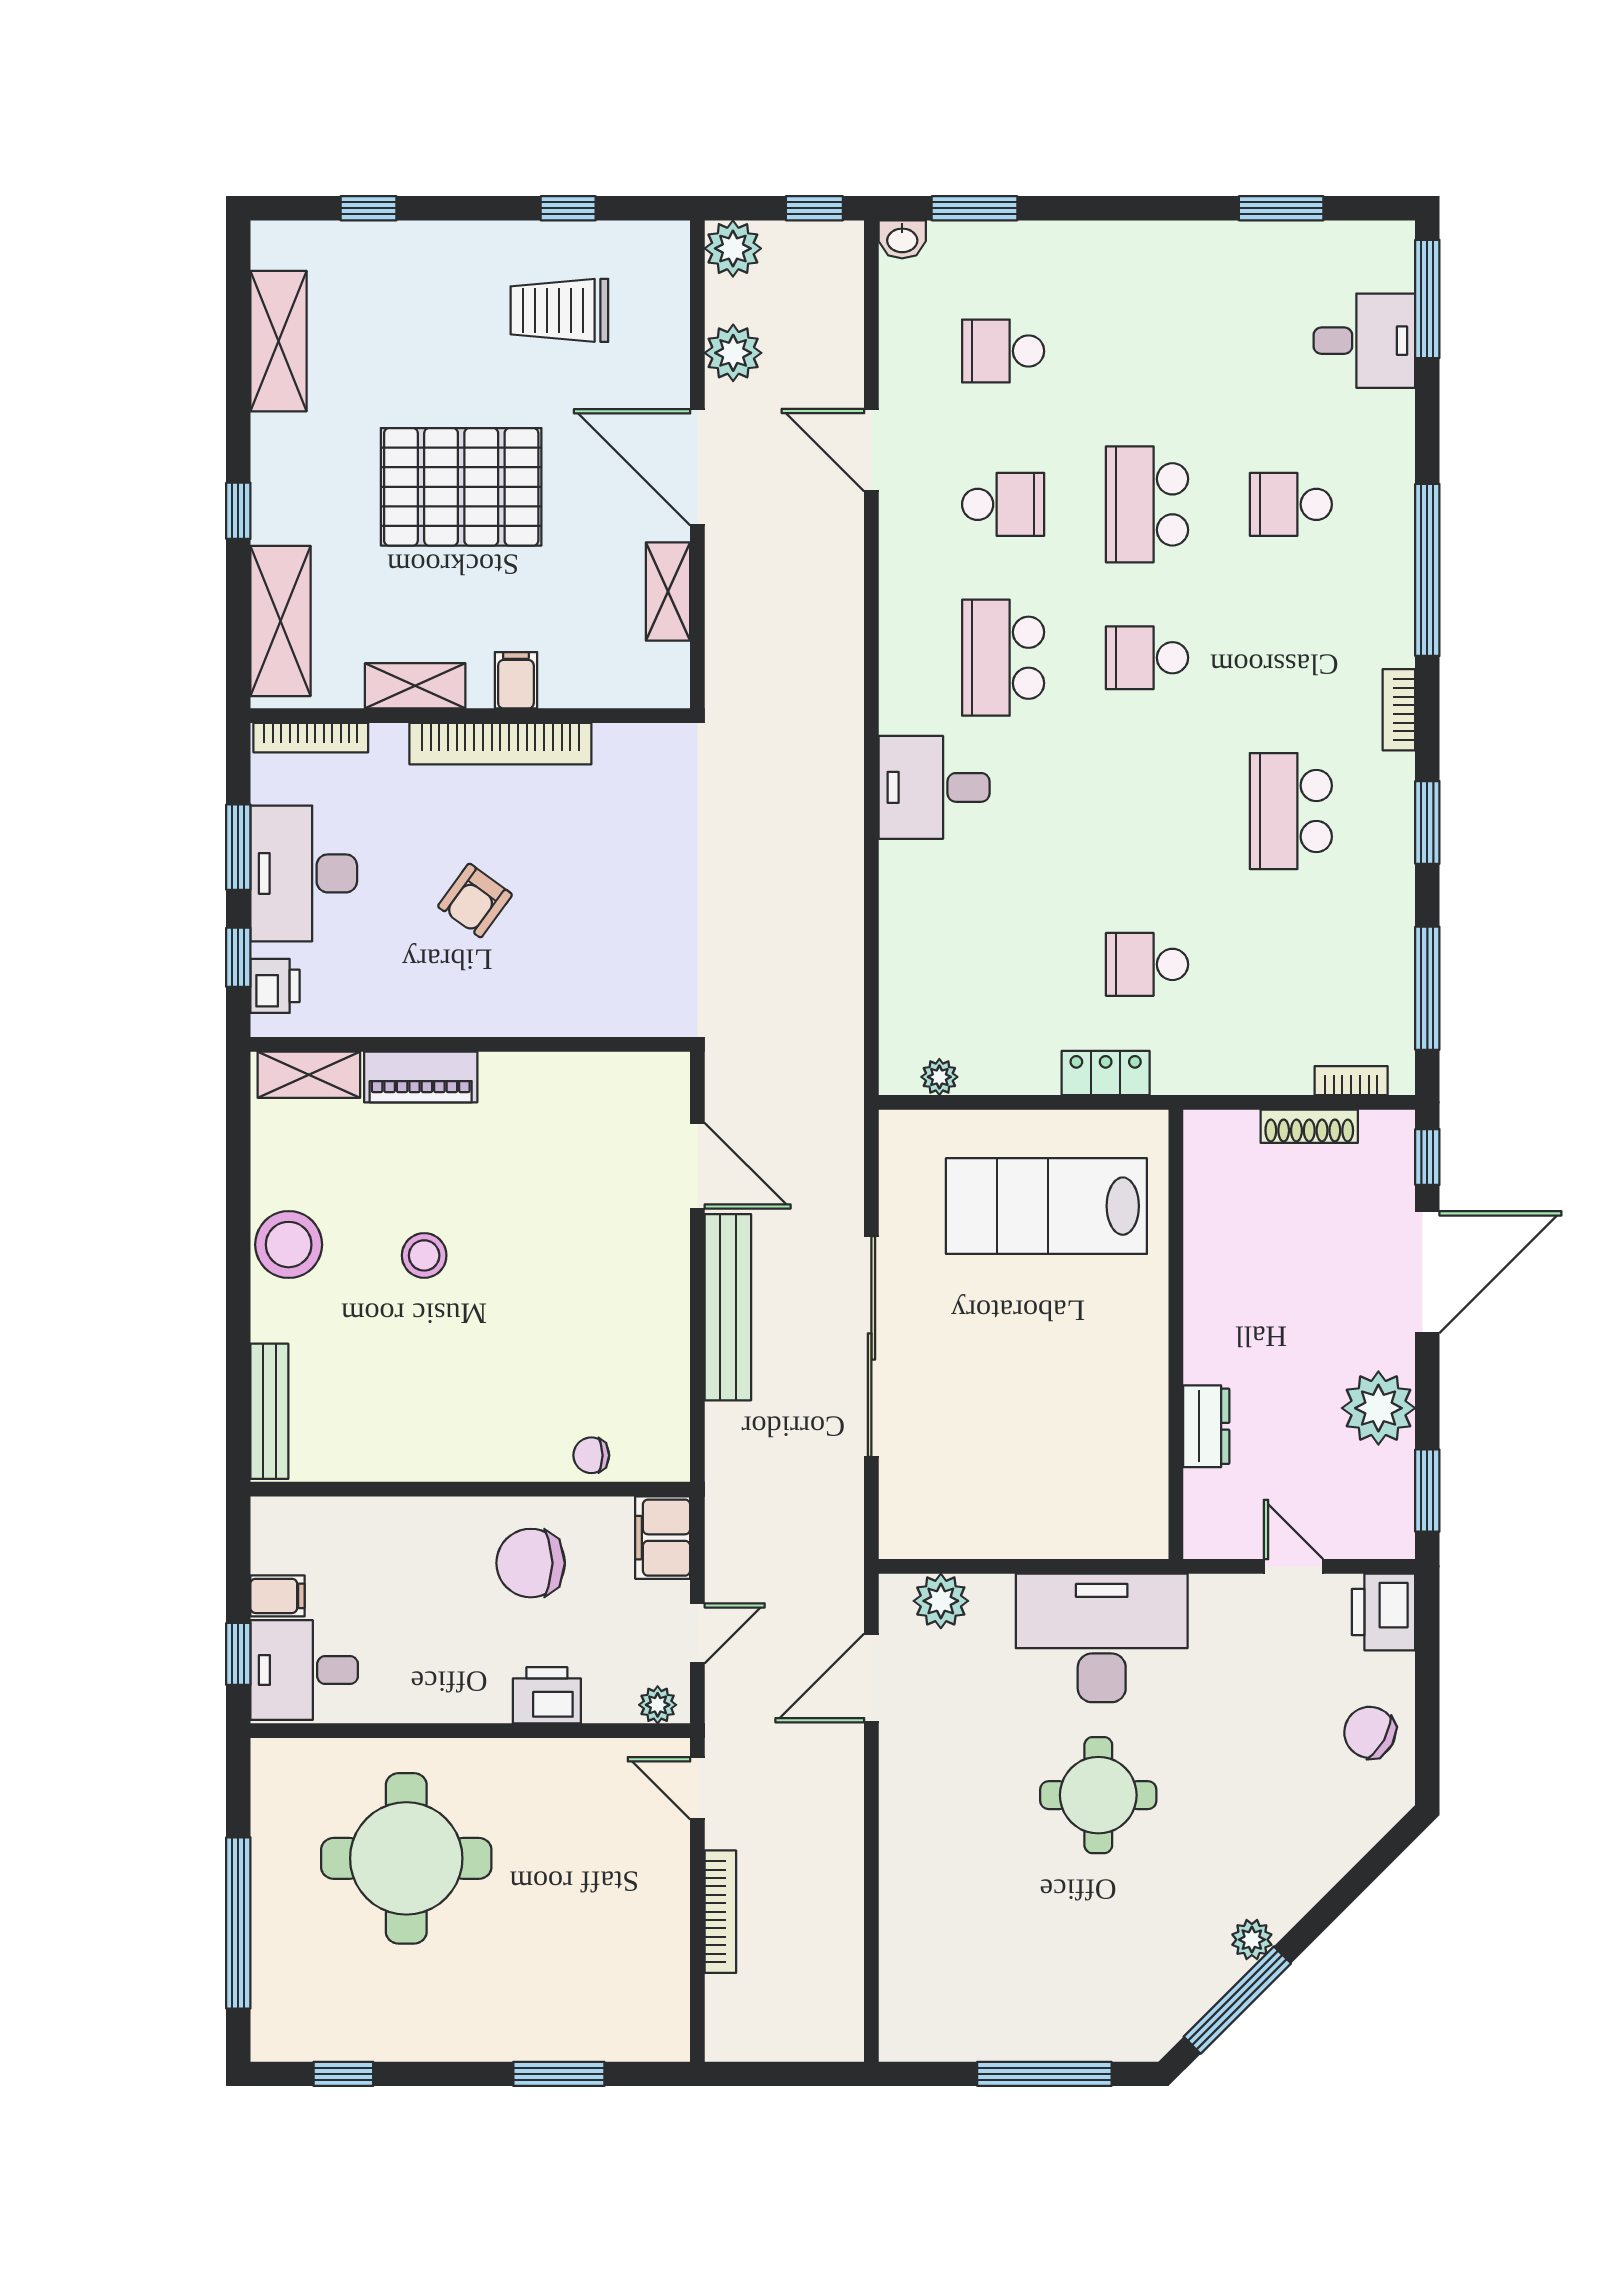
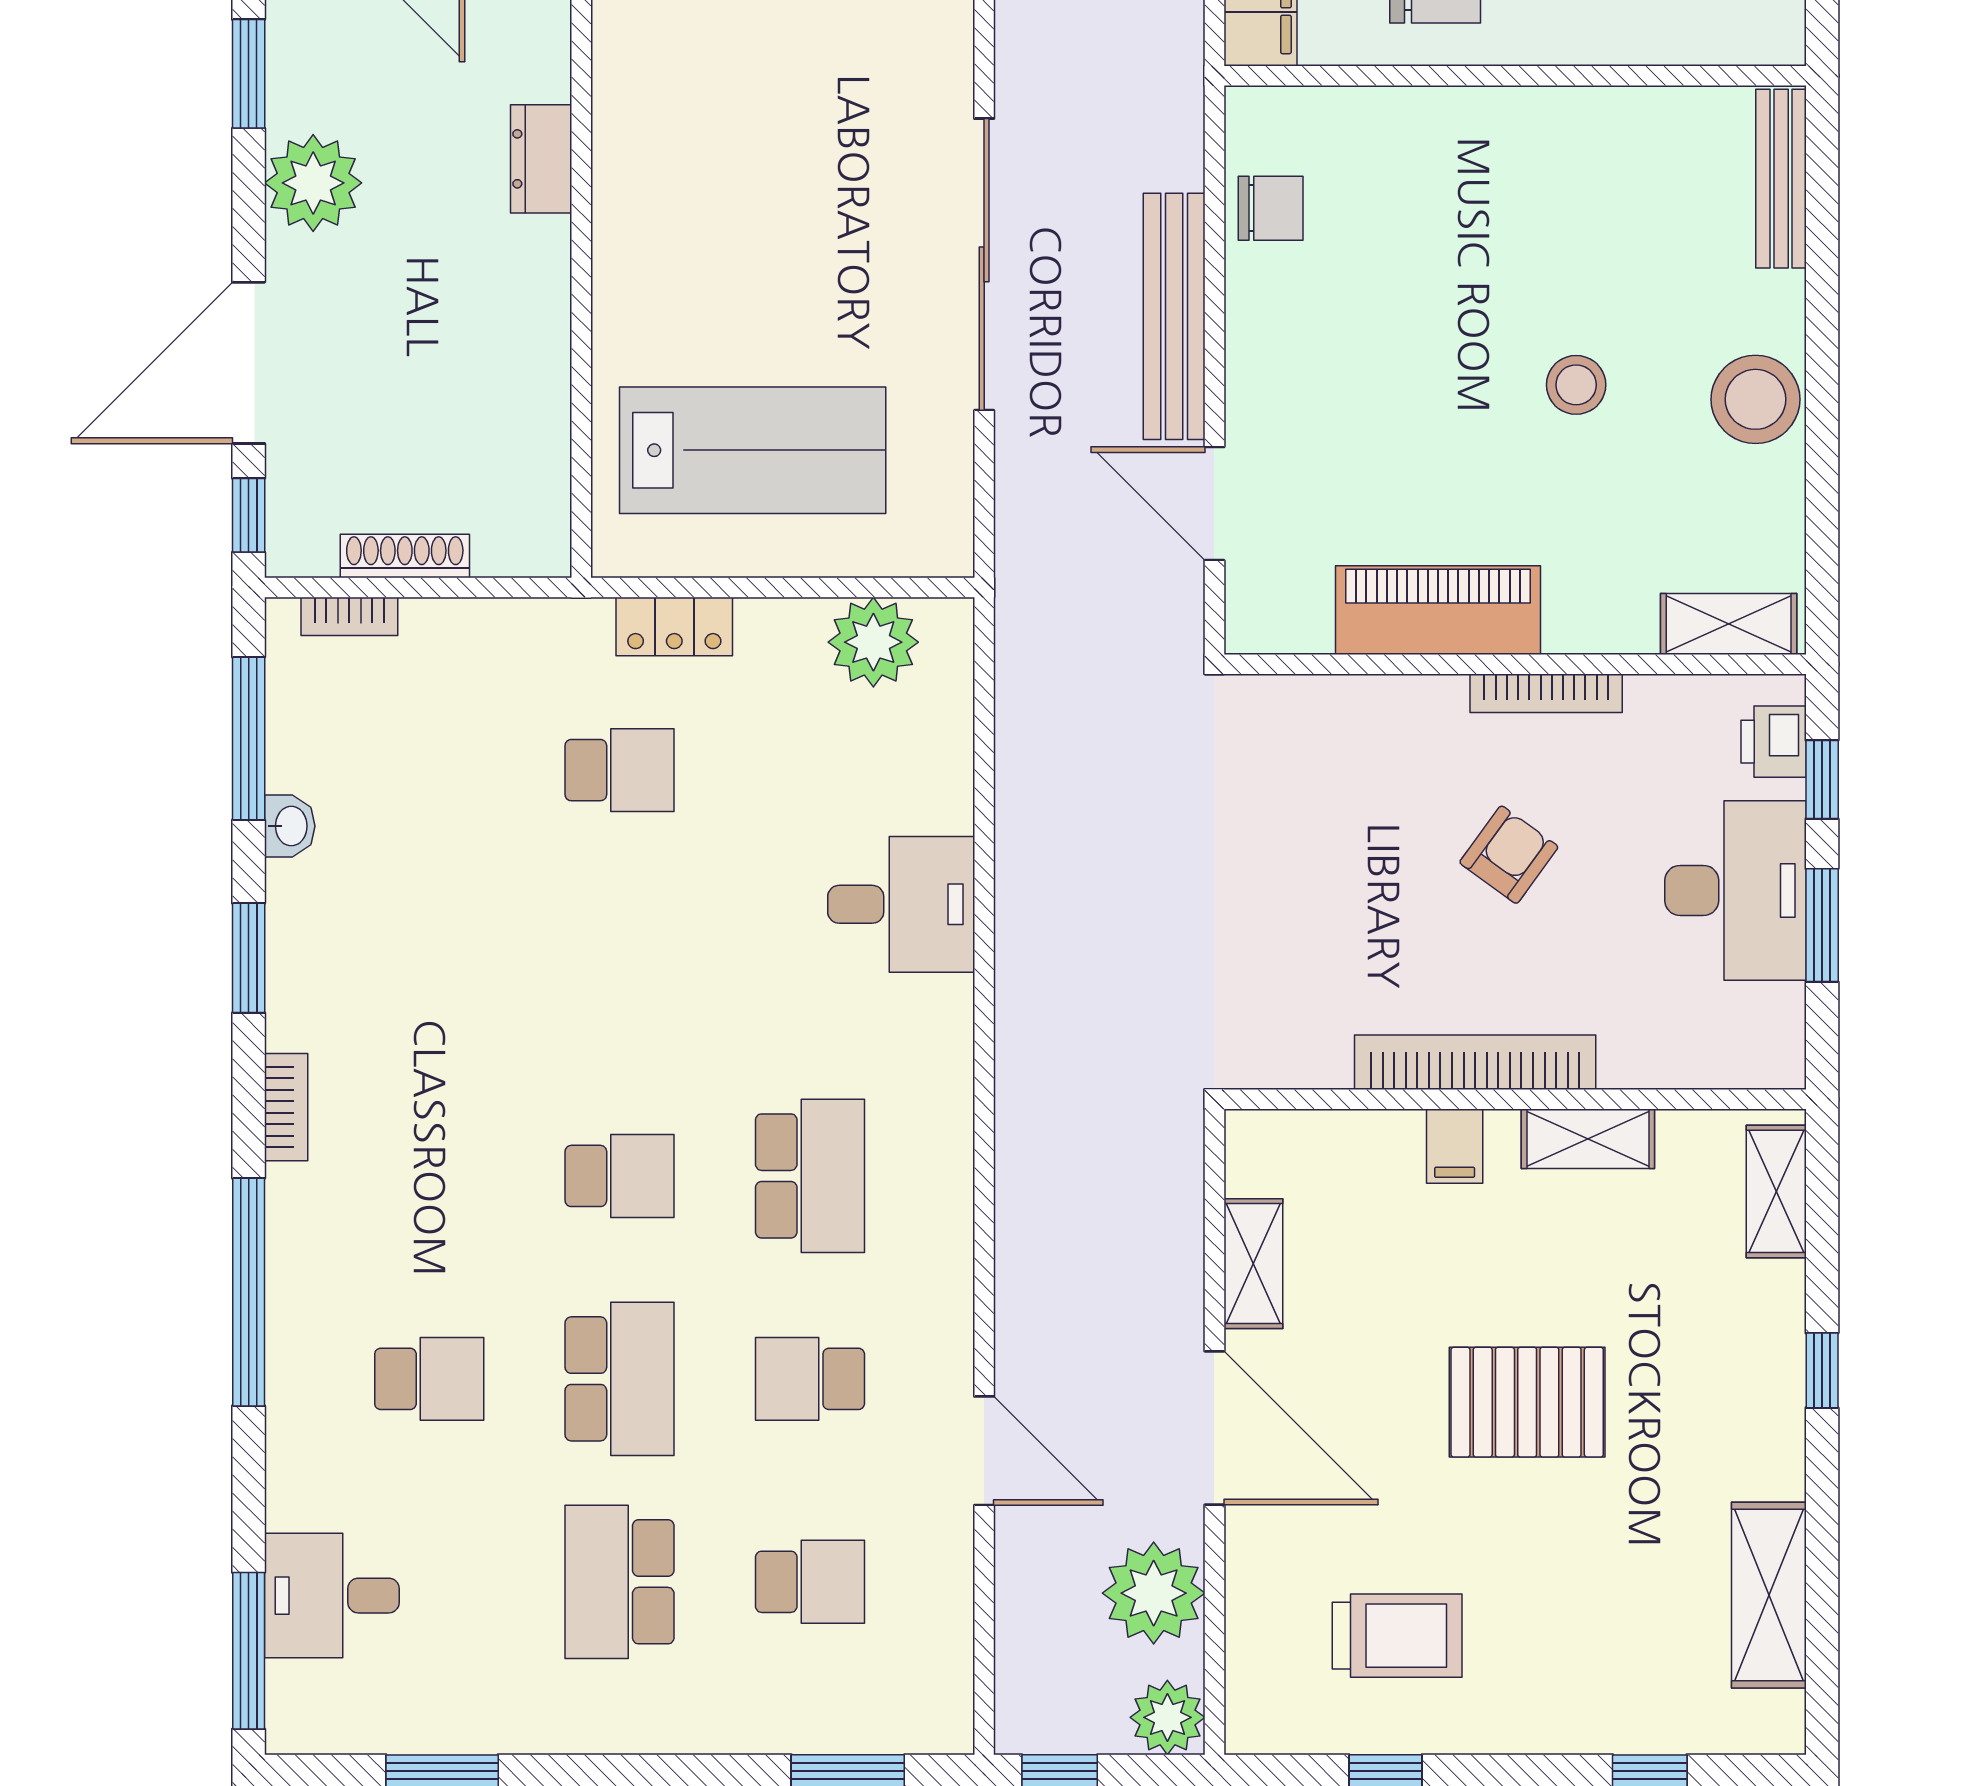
washbasin: (902, 239) -> (290, 826), moved, turned 90
plant: (733, 353) -> (1154, 1593), width x1.36, depth x1.36
pallet: (461, 487) -> (1527, 1402), width x0.73, depth x0.71
shelving: (280, 621) -> (1776, 1191), width x0.67, depth x0.75
bookcase: (311, 738) -> (1546, 693), moved, turned 180
desk: (934, 787) -> (901, 904), moved
school desk: (1291, 811) -> (620, 1582), moved, turned 180
piano: (421, 1077) -> (1438, 610), moved, width x1.37, depth x1.33
plant: (939, 1077) -> (873, 642), width x1.87, depth x1.87
chair: (591, 1455) -> (1271, 208), moved, width x1.37, depth x1.37

